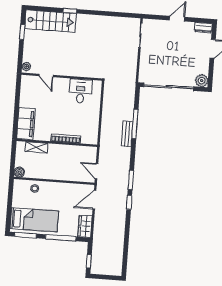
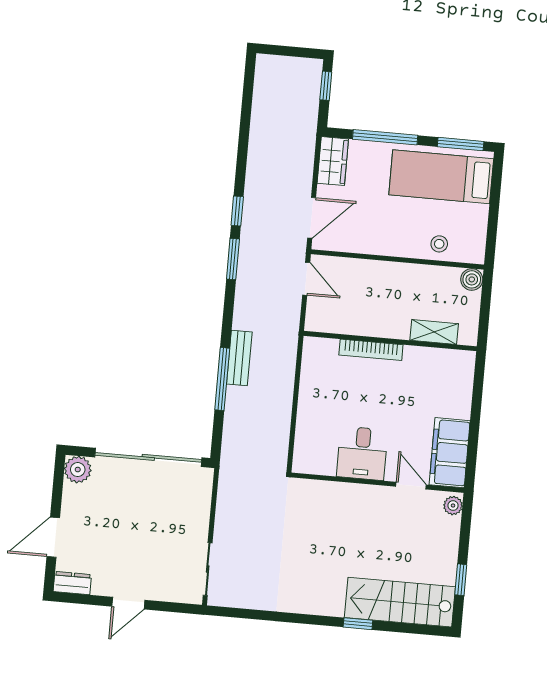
desk: (81, 91) -> (362, 453), moved
filing cabinet: (26, 124) -> (450, 453), moved

